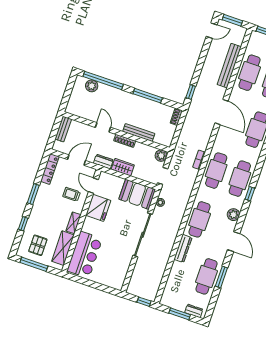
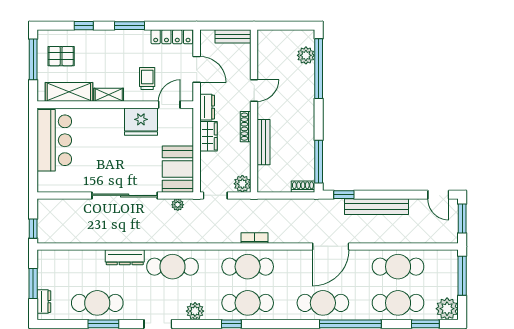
bench: (229, 66) -> (377, 207), moved
window: (148, 96) -> (319, 162), moved
bar counter: (85, 255) -> (54, 140), moved, turned -90

